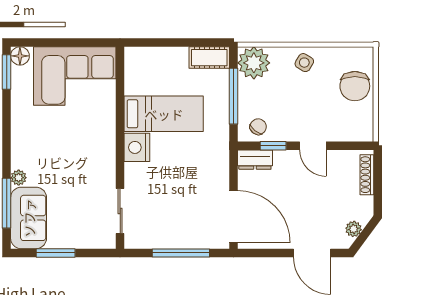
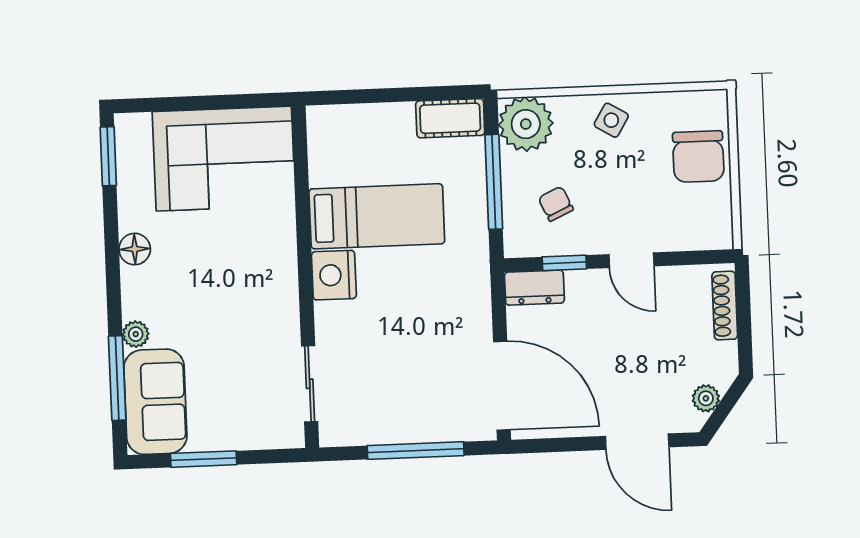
floor lamp: (20, 56) -> (135, 249), moved
chair: (258, 127) -> (556, 204), moved, turned -64

